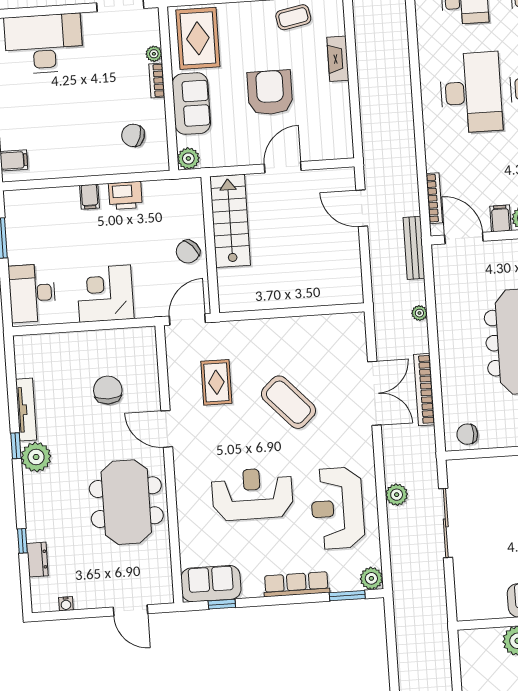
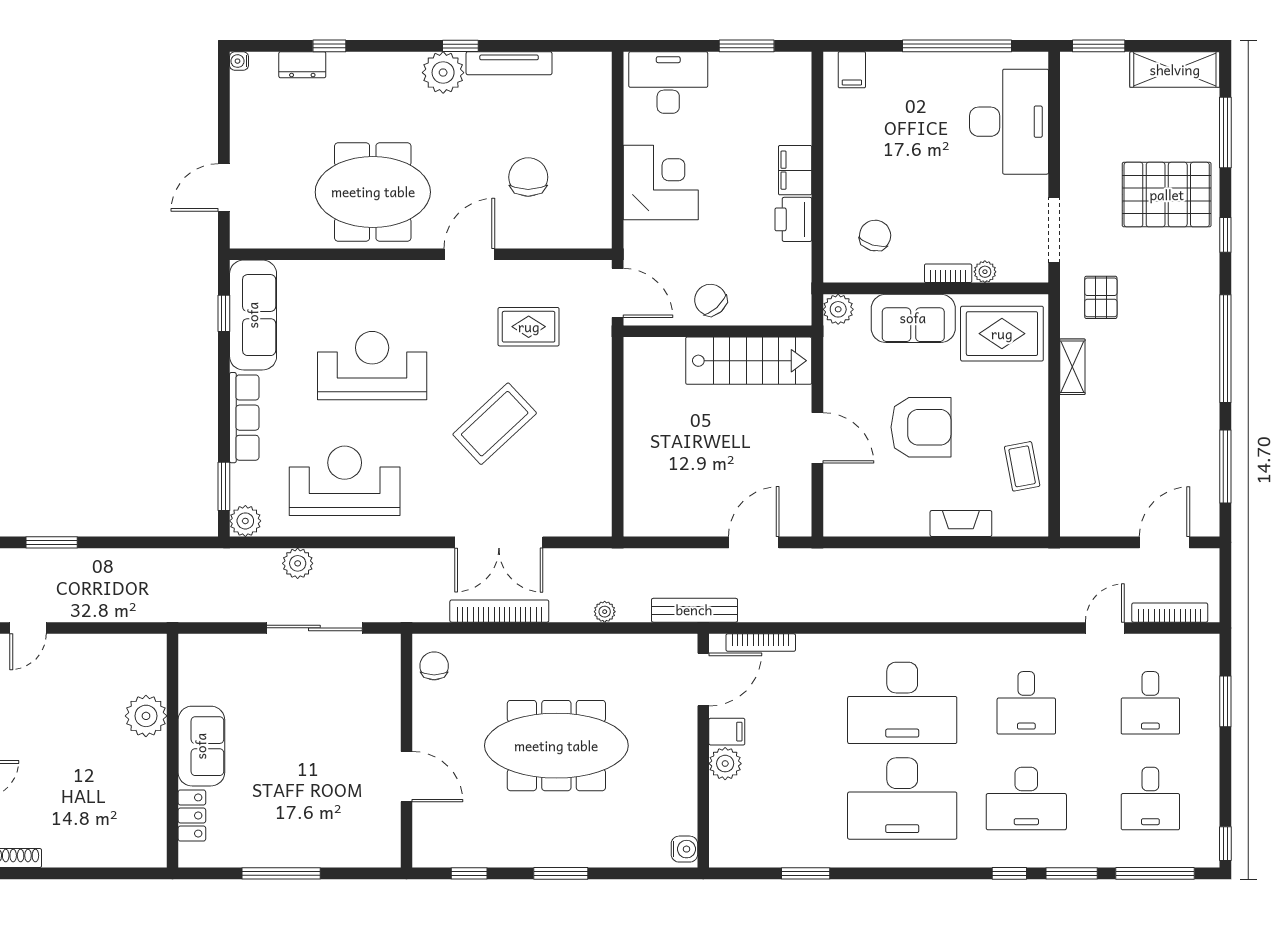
filing cabinet: (90, 197) -> (795, 170), width x2.00
chair: (108, 390) -> (528, 177), turned -90
reception desk: (252, 494) -> (372, 366), turned -90
plant: (397, 495) -> (298, 563), moved
sofa: (211, 584) -> (253, 315), width x1.36
water cooler: (66, 604) -> (239, 61), moved

